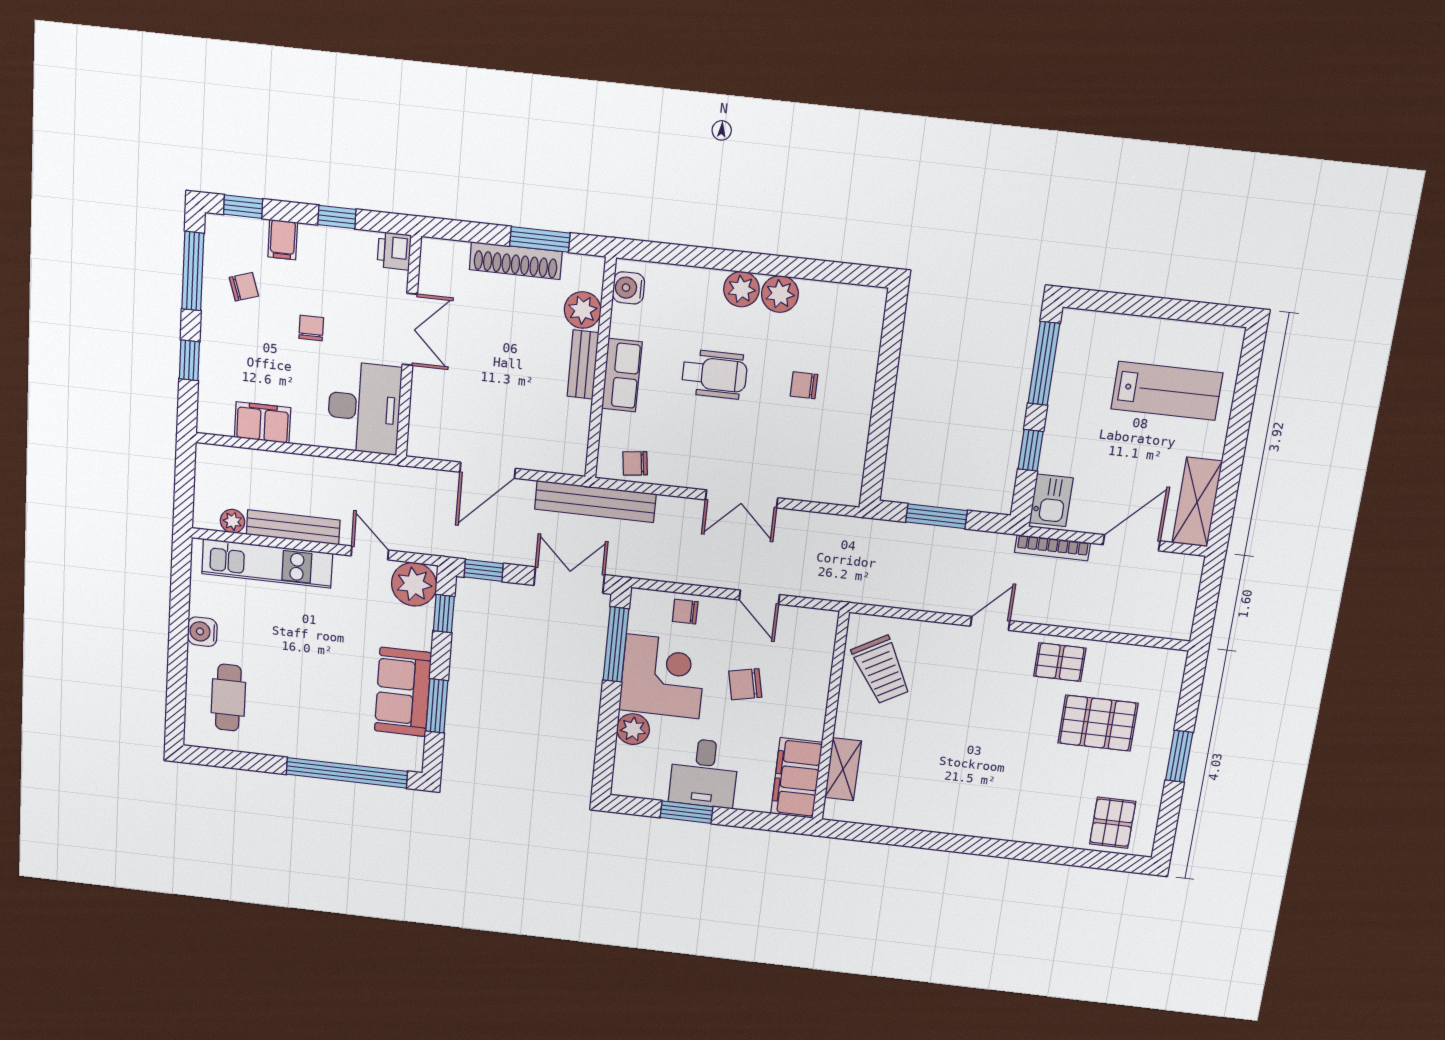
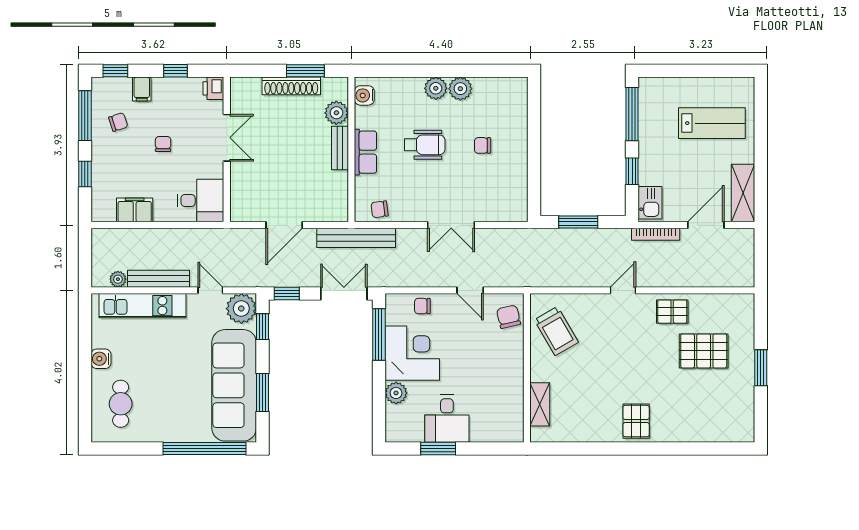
desk: (364, 408) -> (201, 200), width x0.73
chair: (745, 684) -> (509, 317), moved, turned 89
sofa: (403, 692) -> (234, 385), width x1.85, depth x1.27
filing cabinet: (797, 778) -> (509, 415), removed
pallet: (1113, 823) -> (636, 421), moved

